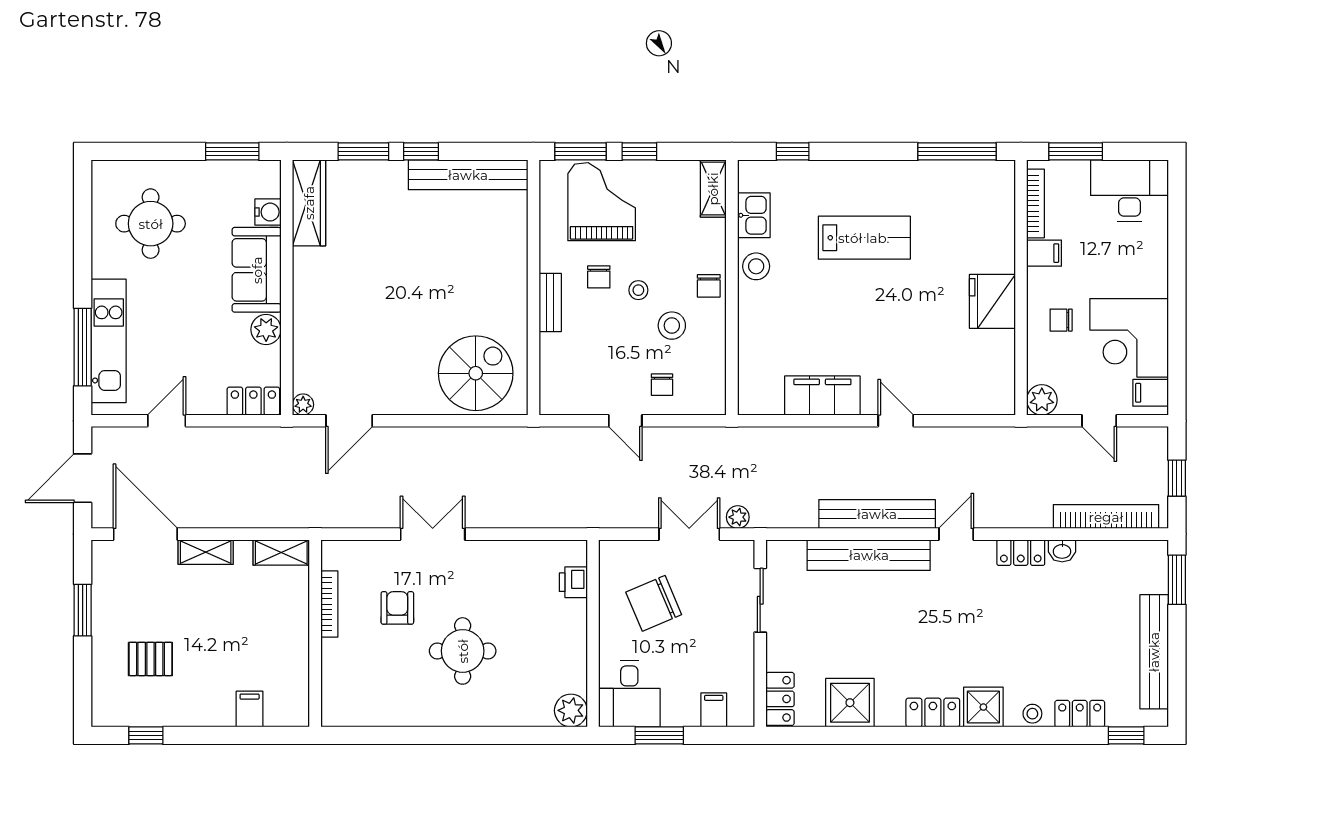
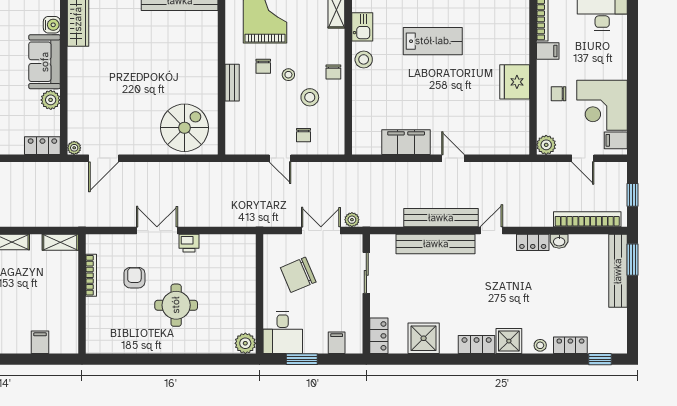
printer: (573, 582) -> (189, 243), moved, turned -90
bench: (1154, 652) -> (618, 271), moved

